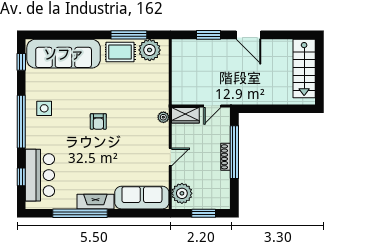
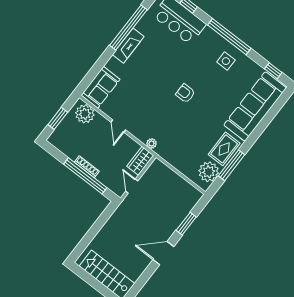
sofa: (142, 198) -> (100, 87), width x0.73

